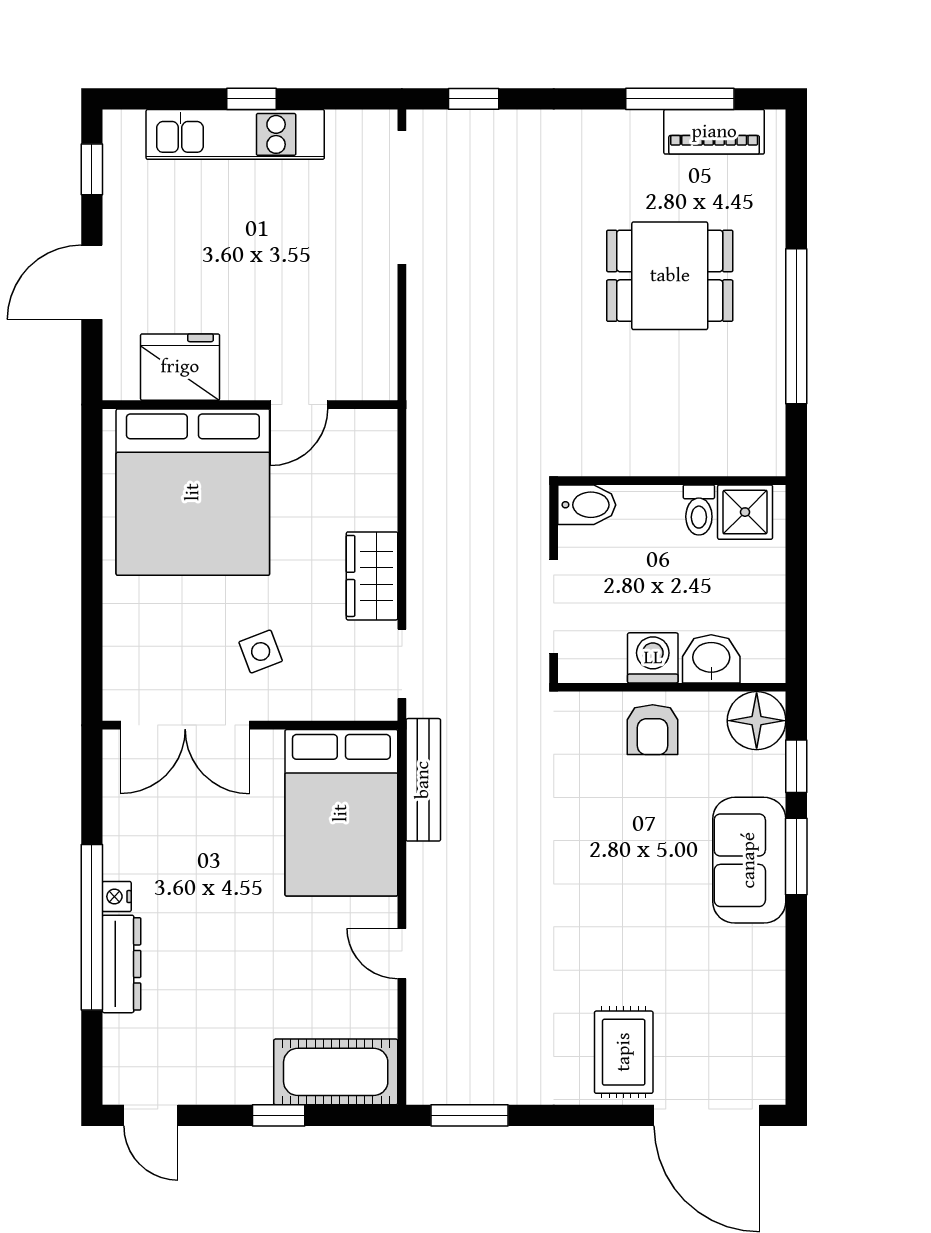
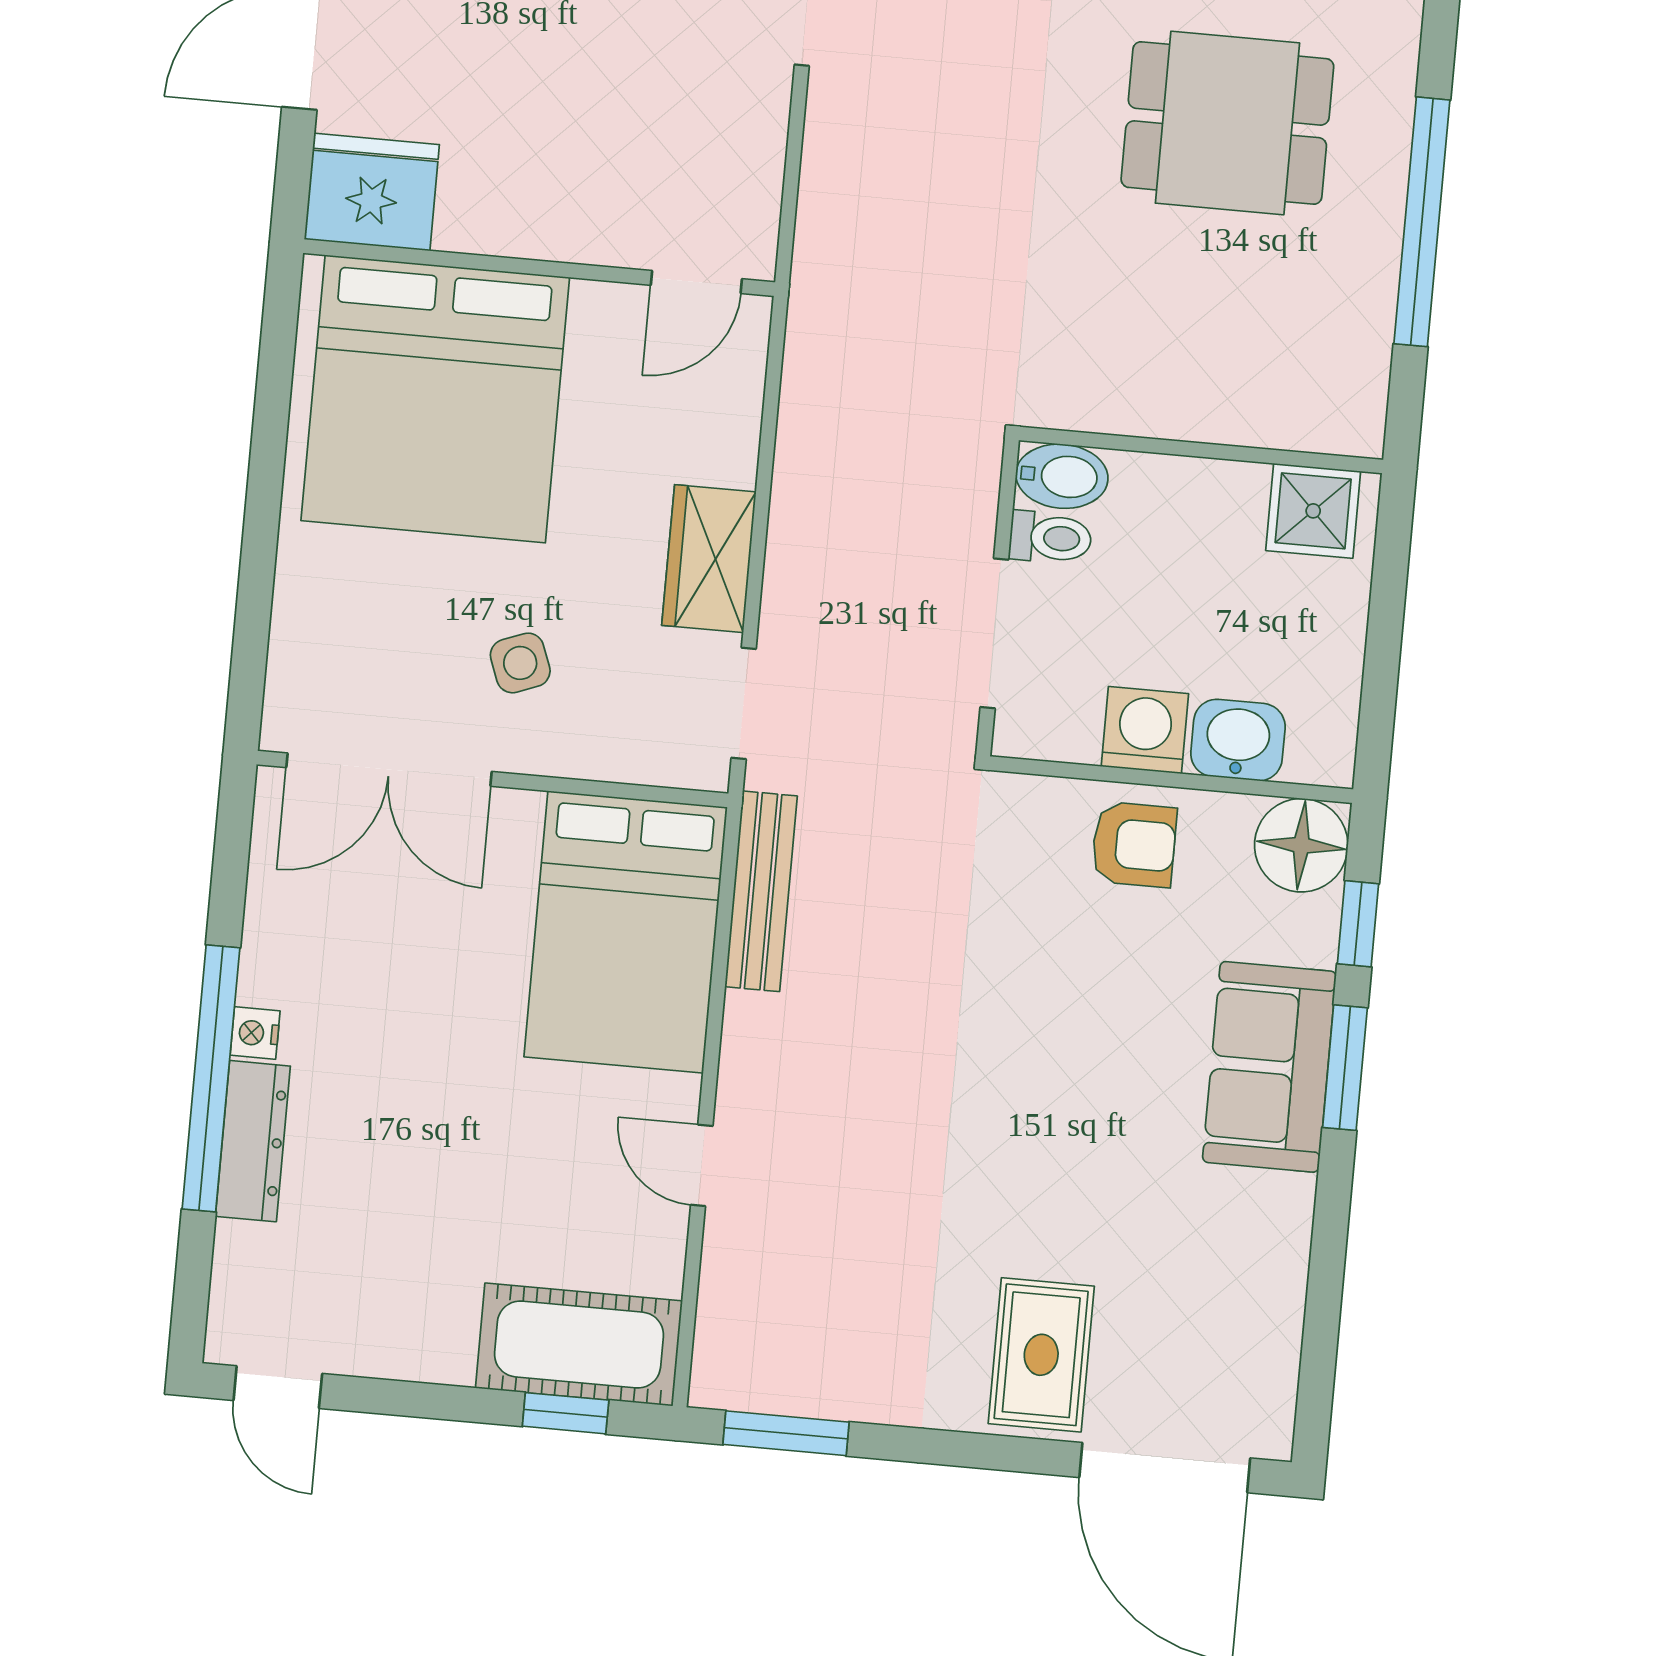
fridge: (180, 367) -> (372, 192), moved
door: (299, 405) -> (696, 282), moved
toilet: (699, 510) -> (1050, 538), moved, turned -90
armchair: (653, 730) -> (1134, 844), turned -90
window: (279, 1115) -> (566, 1413), moved

